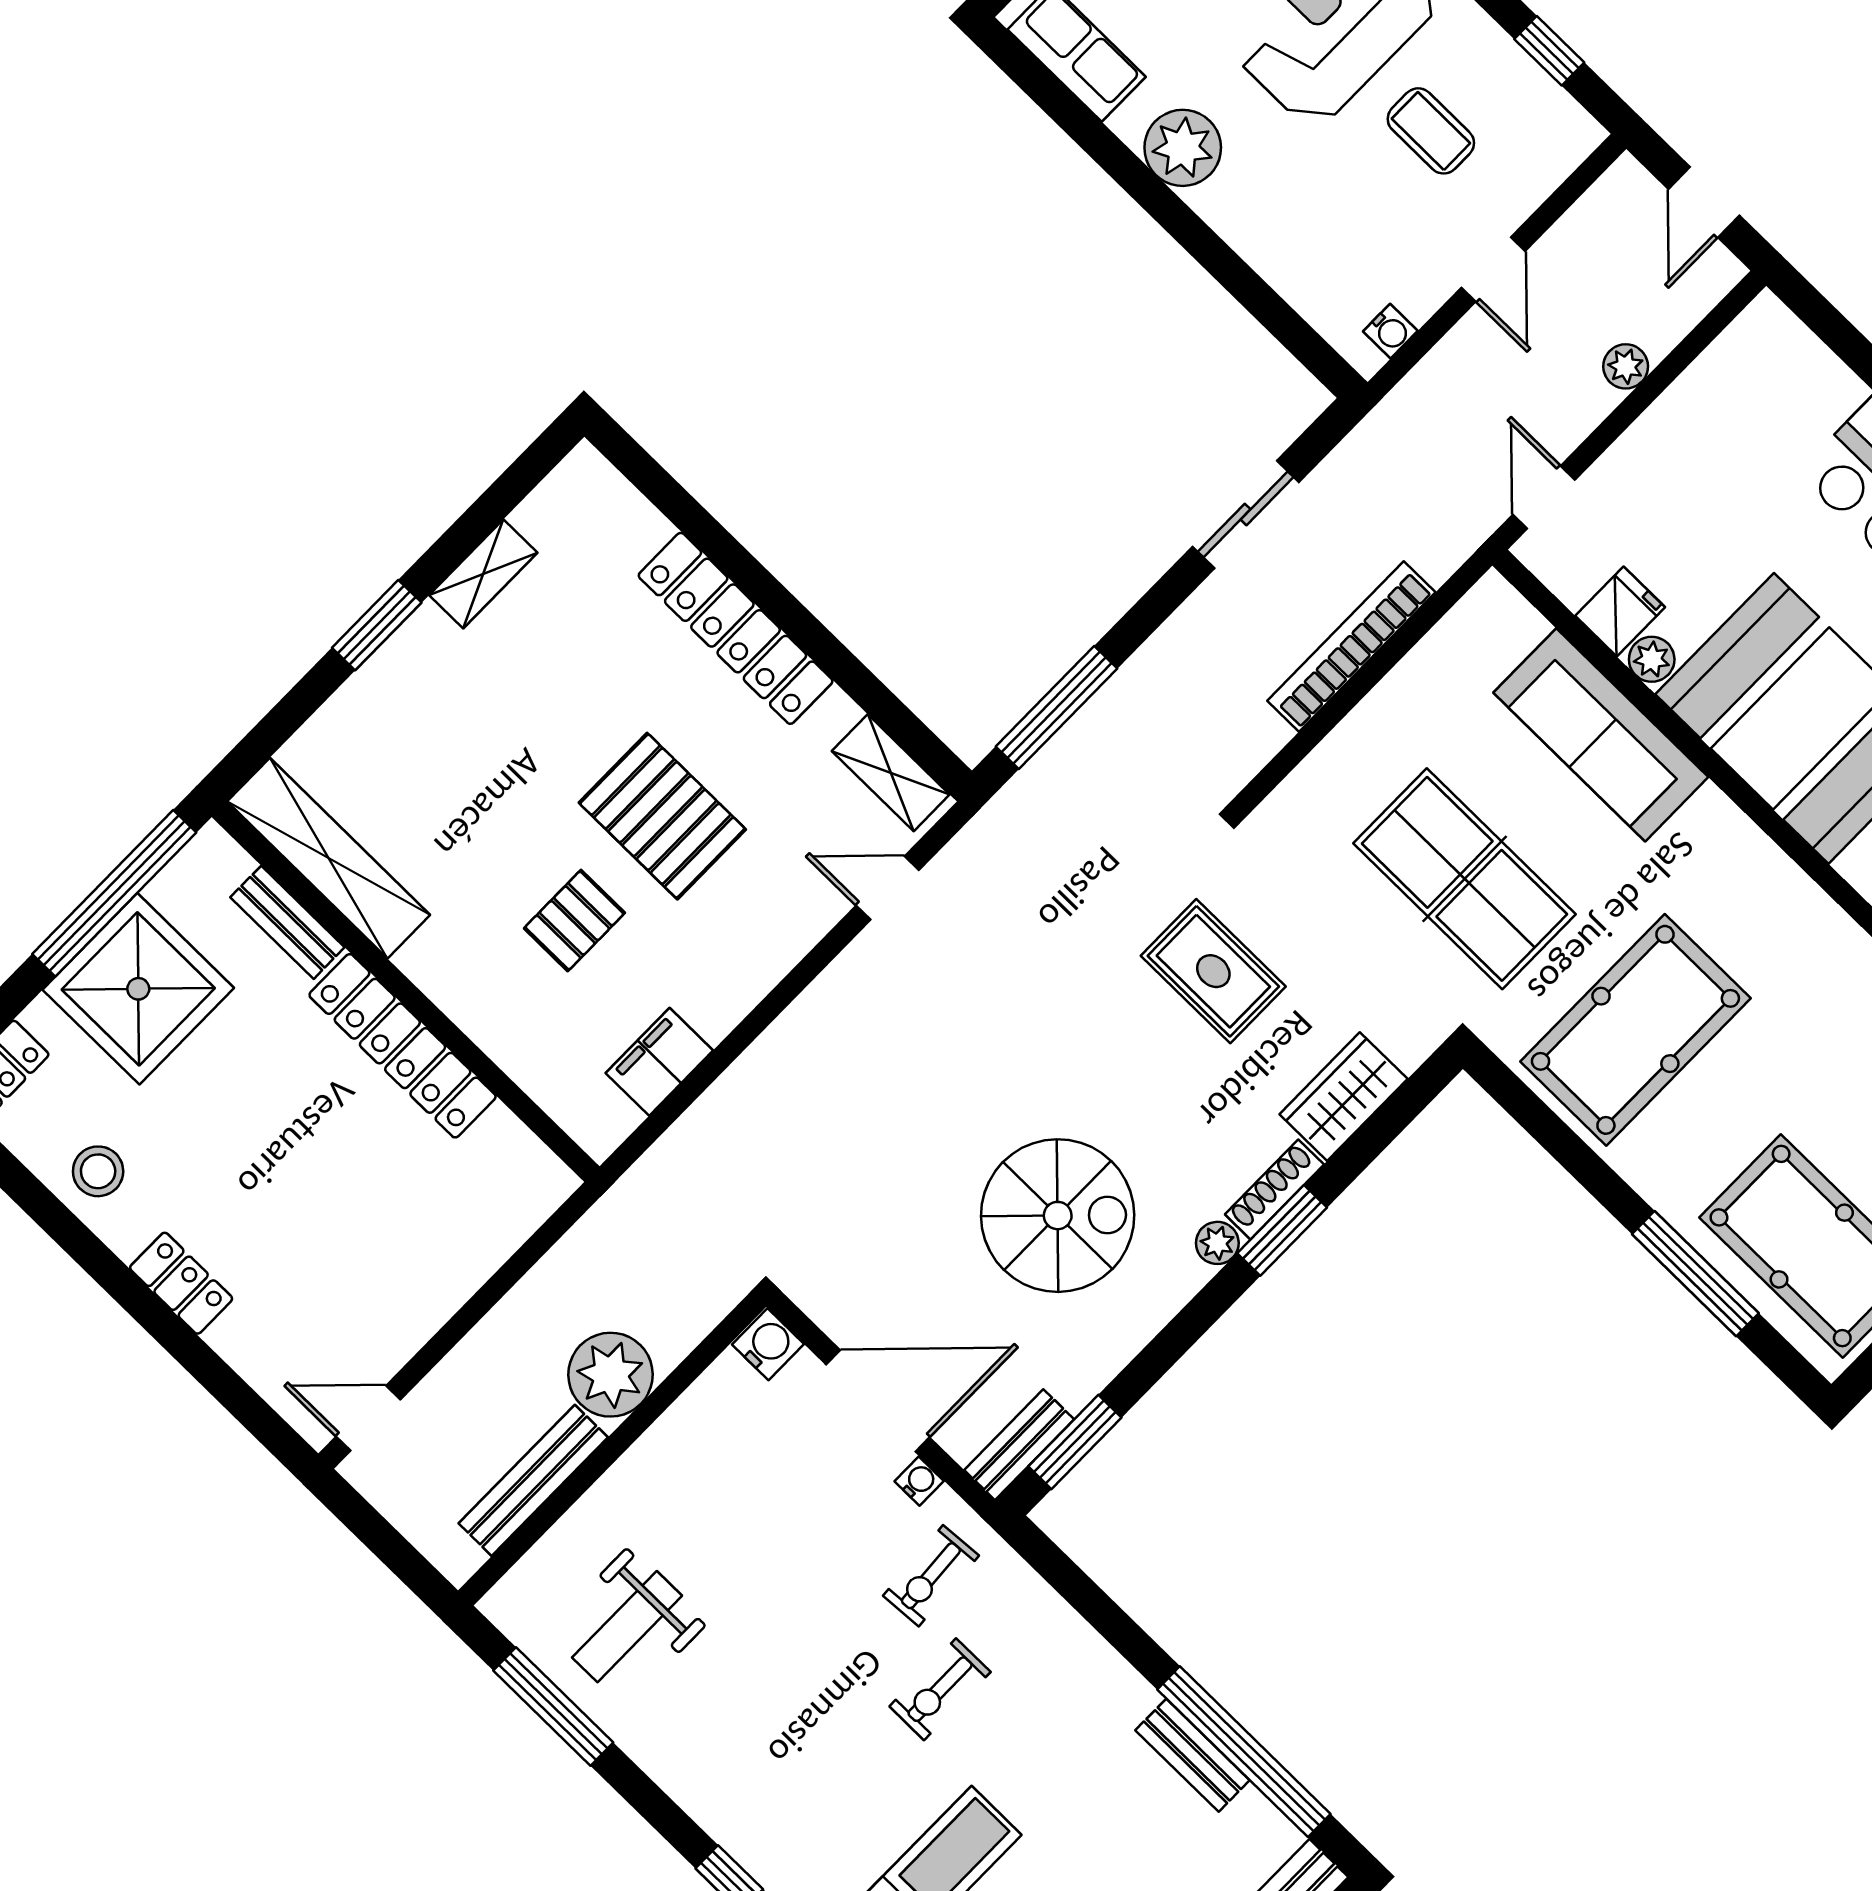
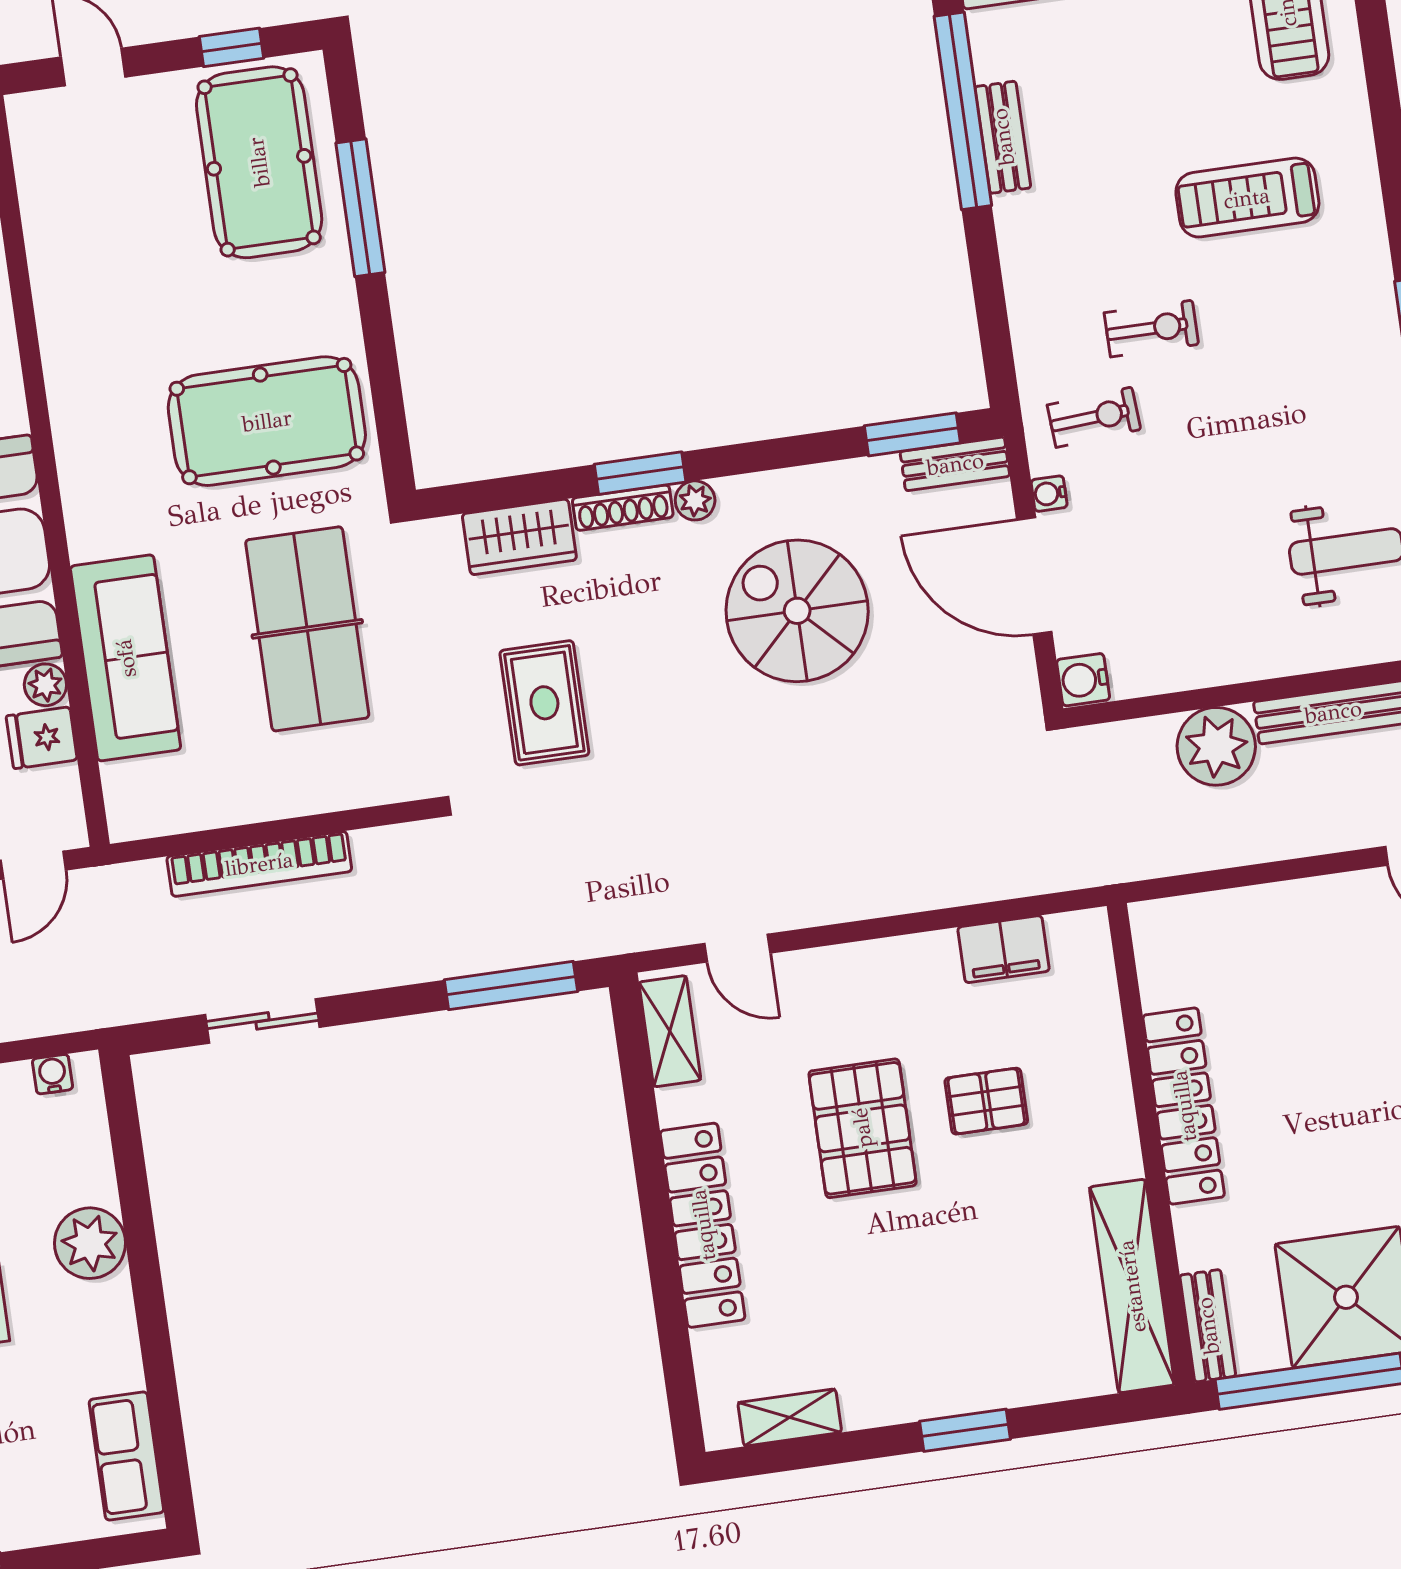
plant: (1183, 148) -> (90, 1243), moved
shelving: (483, 574) -> (790, 1418), moved
bench: (287, 922) -> (1208, 1326), moved

